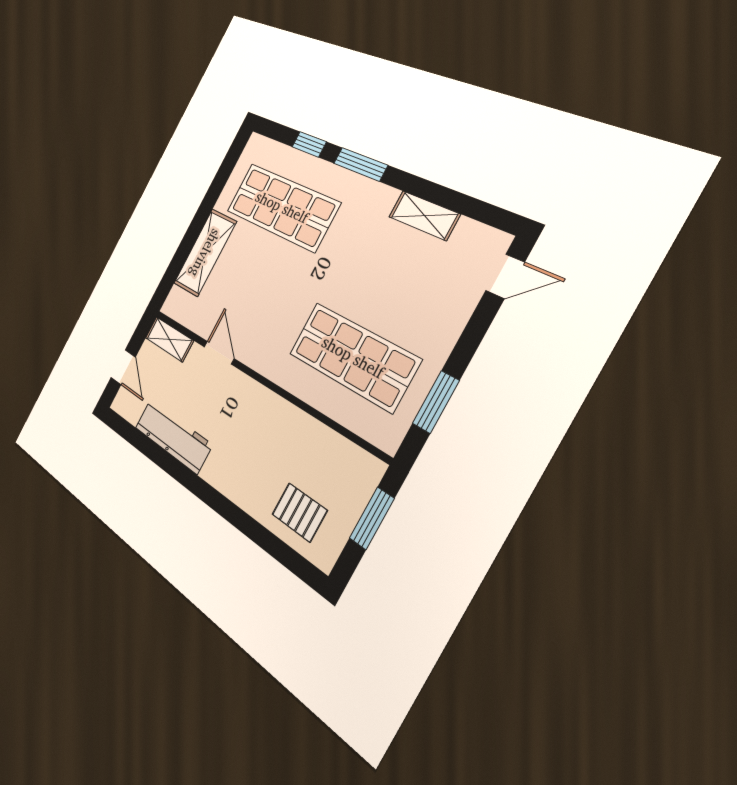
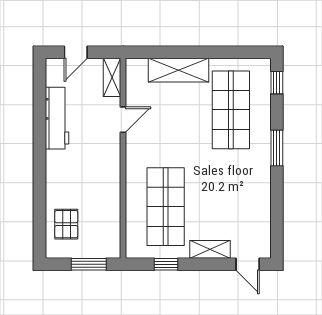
window: (309, 144) -> (277, 83), moved
shelving: (424, 215) -> (210, 249), moved, turned 90
window: (436, 402) -> (166, 264), width x0.67

